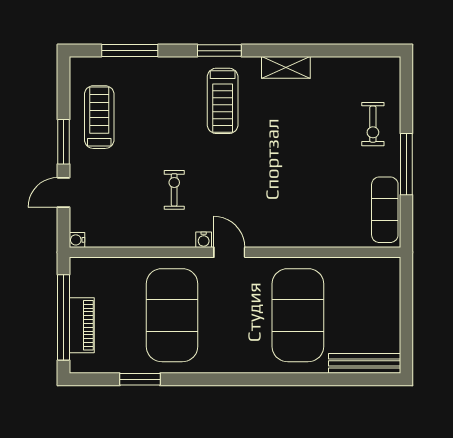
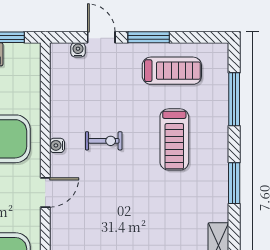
treadmill: (223, 101) -> (174, 139), moved, turned -90
water cooler: (77, 240) -> (78, 50), moved
water cooler: (204, 240) -> (57, 145), moved

